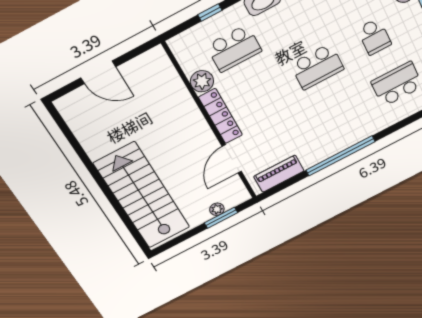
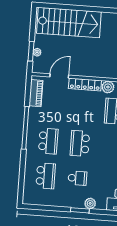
school desk: (374, 37) -> (77, 178), turned 180
school desk: (341, 113) -> (48, 141), added
door: (232, 159) -> (59, 76), hinge flipped

